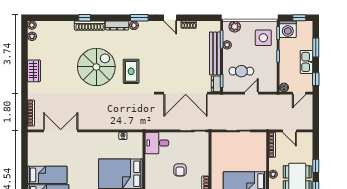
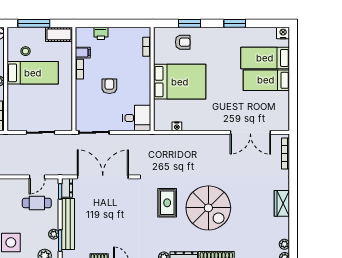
spiral stairs: (96, 67) -> (208, 208), turned -90
door: (252, 93) -> (37, 177), moved

